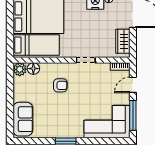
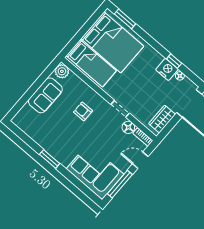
floor lamp: (33, 69) -> (128, 127), moved
armchair: (60, 85) -> (83, 111), turned 180
sofa: (23, 119) -> (45, 95), moved

